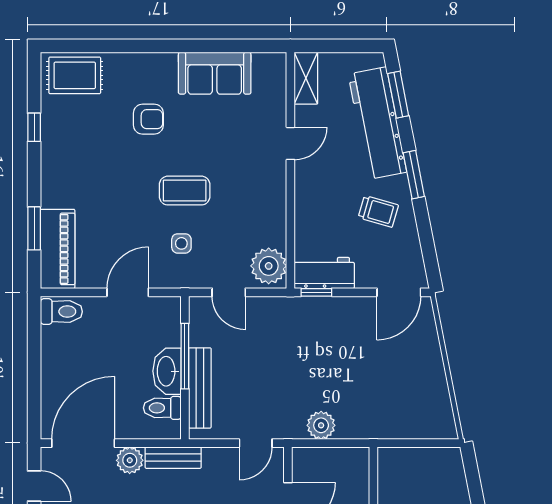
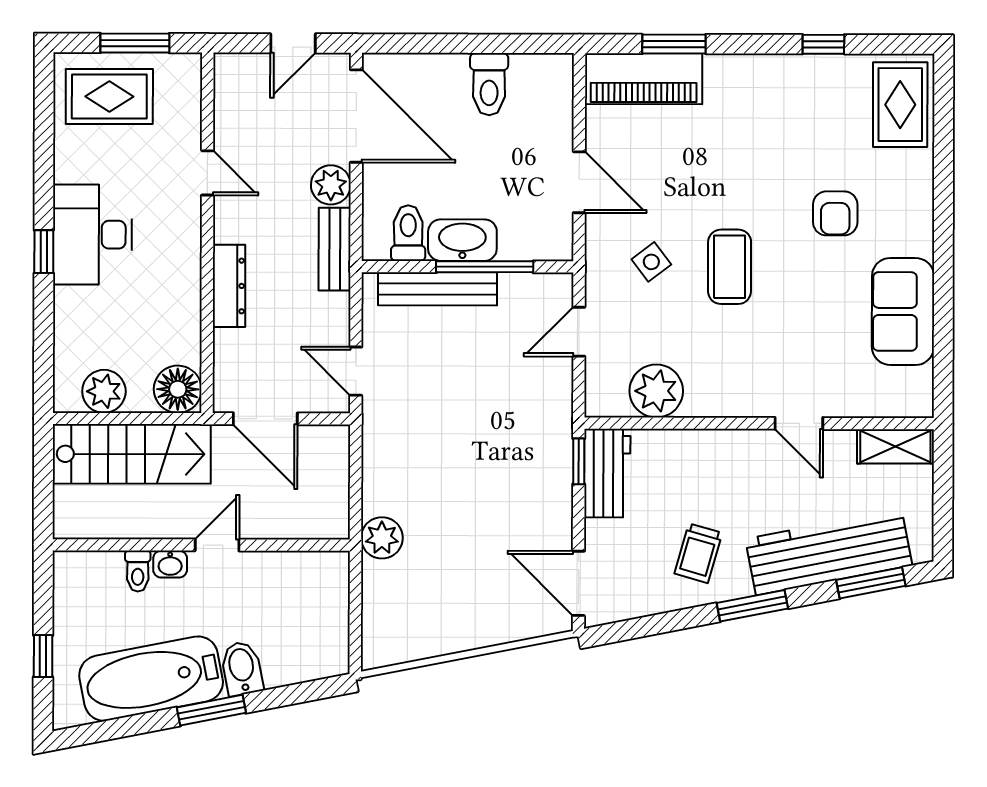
side table: (181, 243) -> (651, 262), turned -37
plant: (269, 266) -> (656, 391), moved
toilet: (61, 312) -> (489, 84), moved
plant: (321, 425) -> (382, 538), moved

